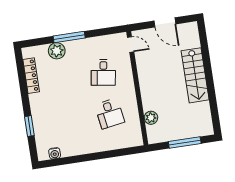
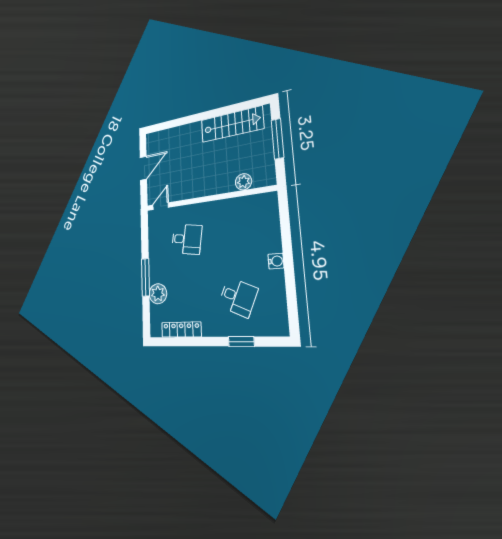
stairs: (195, 75) -> (232, 124), moved
desk: (110, 113) -> (238, 297), moved, turned 33
water cooler: (55, 153) -> (276, 261), moved

